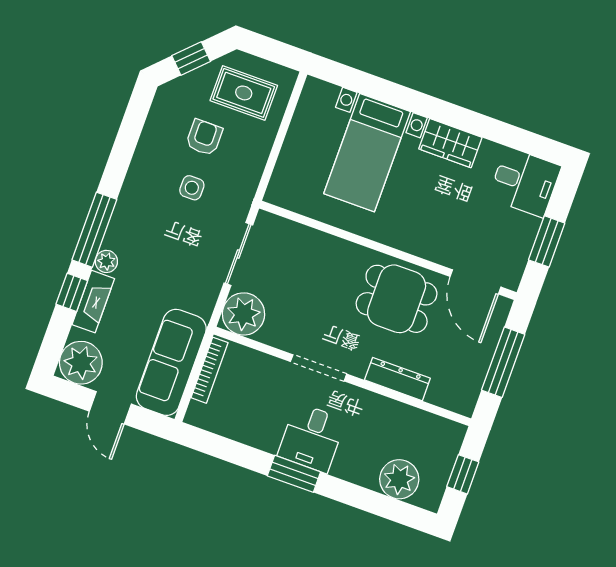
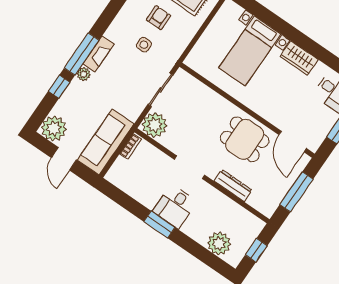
fireplace: (93, 302) -> (98, 54), moved
bookcase: (210, 370) -> (130, 147), width x0.64

